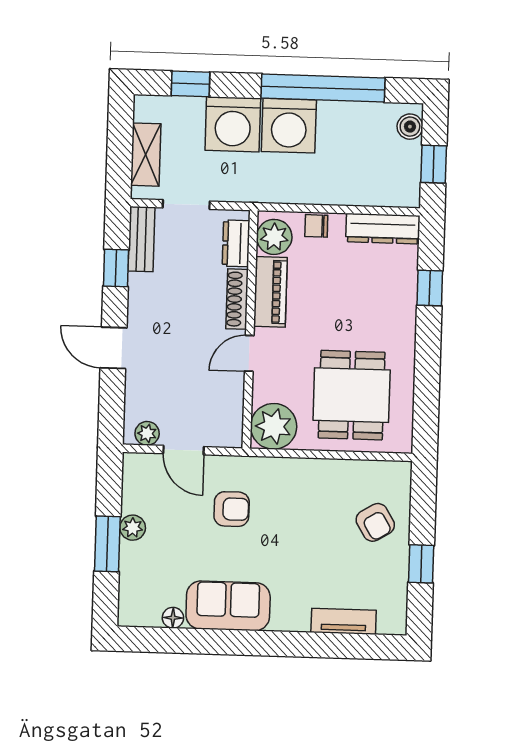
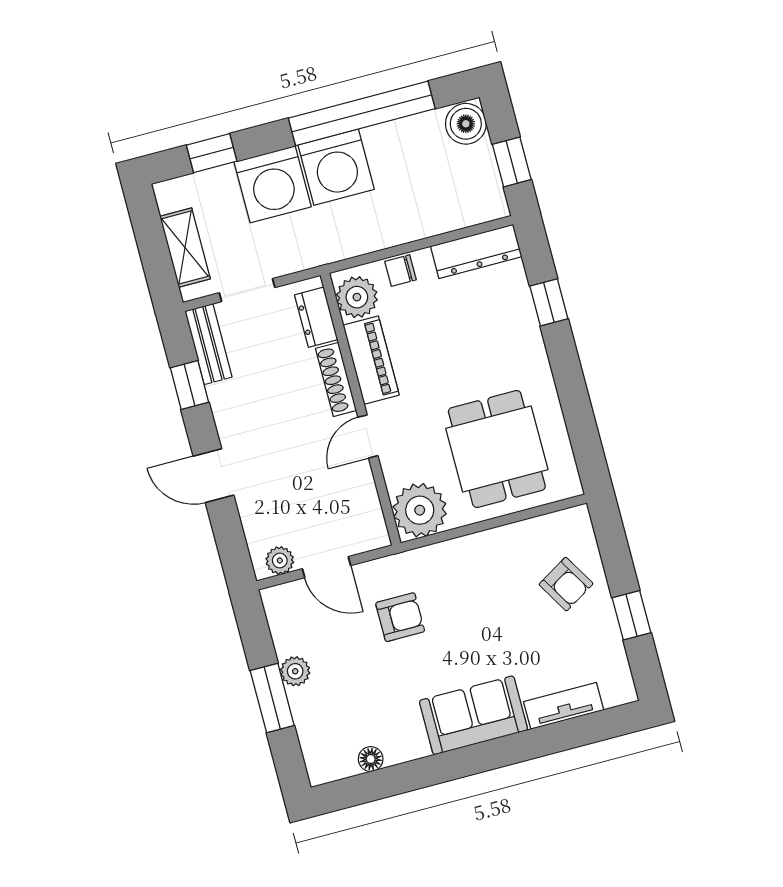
boiler: (410, 127) -> (466, 124), width x1.36, depth x1.36
sofa: (228, 606) -> (473, 715), moved

